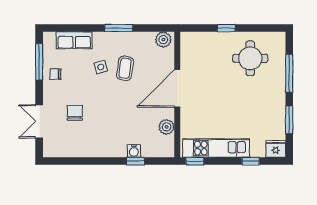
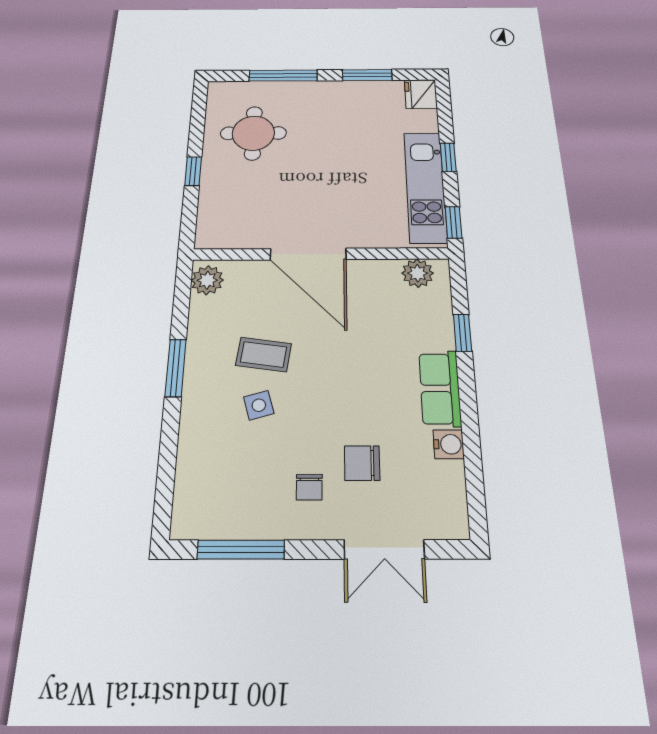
row of seats: (74, 40) -> (440, 388), moved, turned 180
chair: (55, 74) -> (309, 487), moved
plant: (167, 127) -> (418, 273), moved
water cooler: (134, 151) -> (449, 444), moved
window: (251, 161) -> (448, 157), moved

